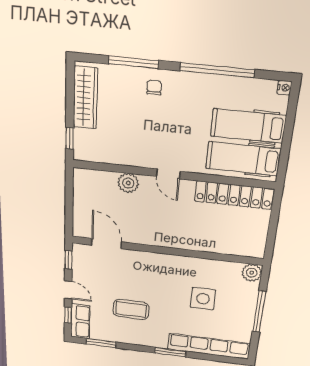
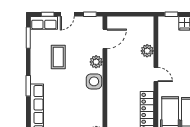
door: (168, 174) -> (156, 75), swing flipped
plant: (141, 260) -> (96, 62), added
side table: (203, 299) -> (94, 81), moved

